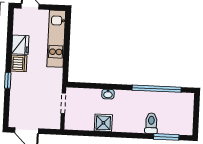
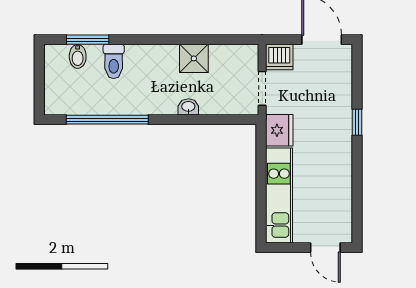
fridge: (20, 45) -> (279, 130), moved, turned 180
dishwasher: (19, 63) -> (279, 57), moved, turned -90
bidet: (173, 127) -> (78, 56), added

